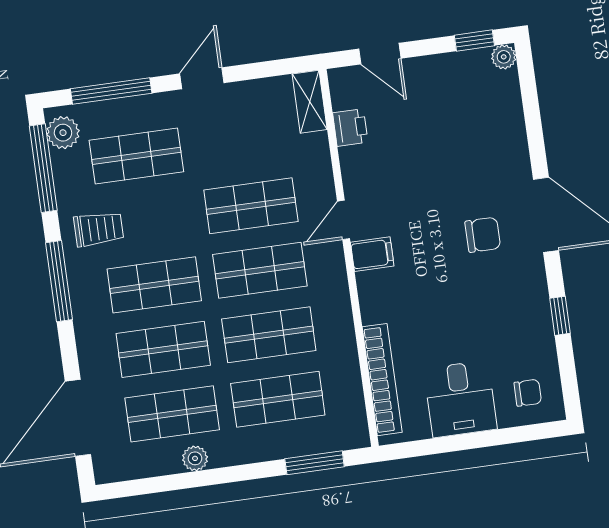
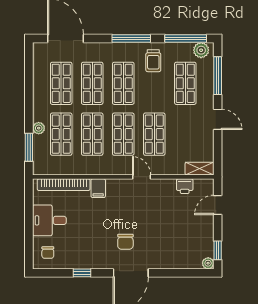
filing cabinet: (372, 254) -> (98, 188), moved
plant: (195, 458) -> (39, 128), moved

